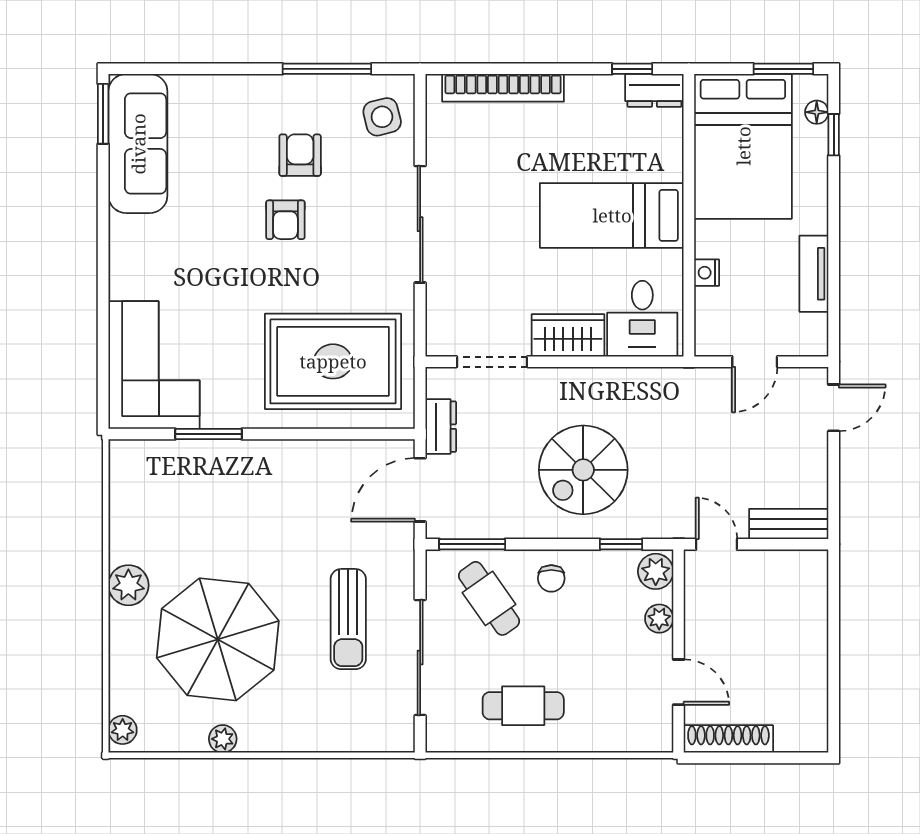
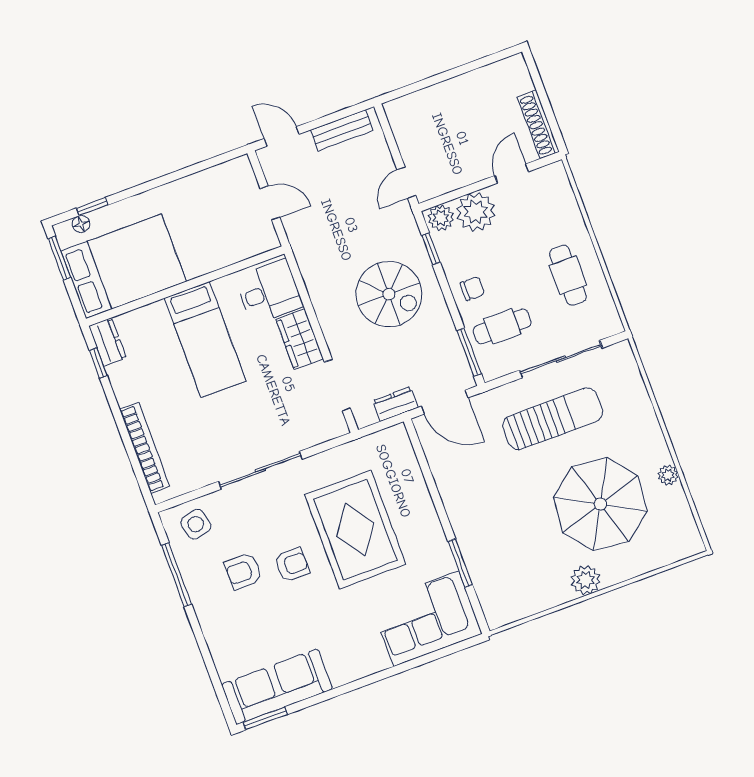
nightstand: (707, 273) -> (221, 259), removed
tv unit: (814, 274) -> (194, 184), removed
rug: (333, 361) -> (355, 530), moved
bench: (789, 524) -> (342, 130), moved, turned 90
cafe table: (489, 598) -> (502, 326), turned 35
sun lounger: (348, 619) -> (553, 419), width x1.36, depth x1.34
plant: (659, 619) -> (476, 212), width x1.87, depth x1.87
plant: (123, 730) -> (687, 547), removed

